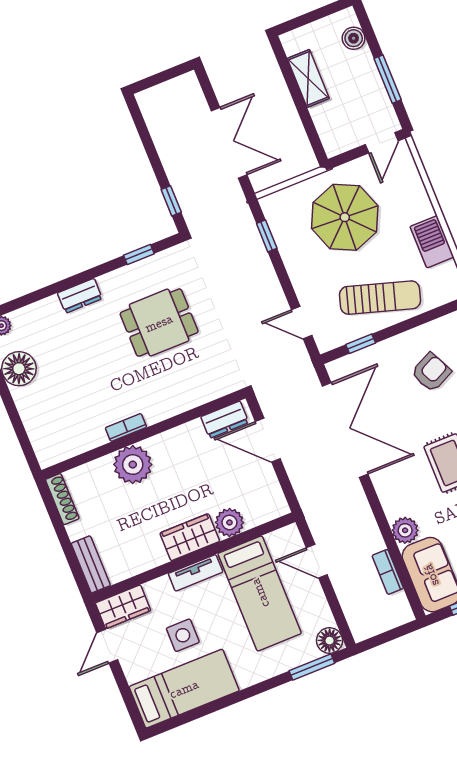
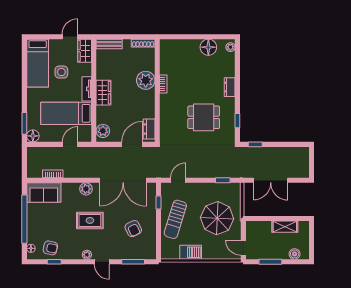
dining table: (159, 323) -> (204, 117), turned 90
plant: (229, 522) -> (103, 131), moved
plant: (405, 530) -> (86, 189), moved
door: (107, 646) -> (70, 37), hinge flipped

